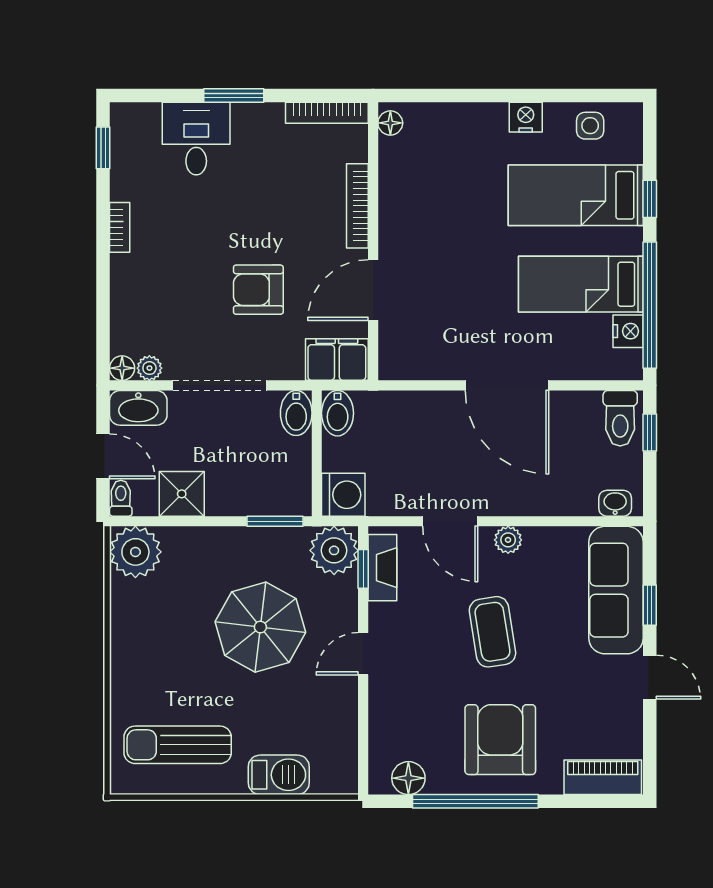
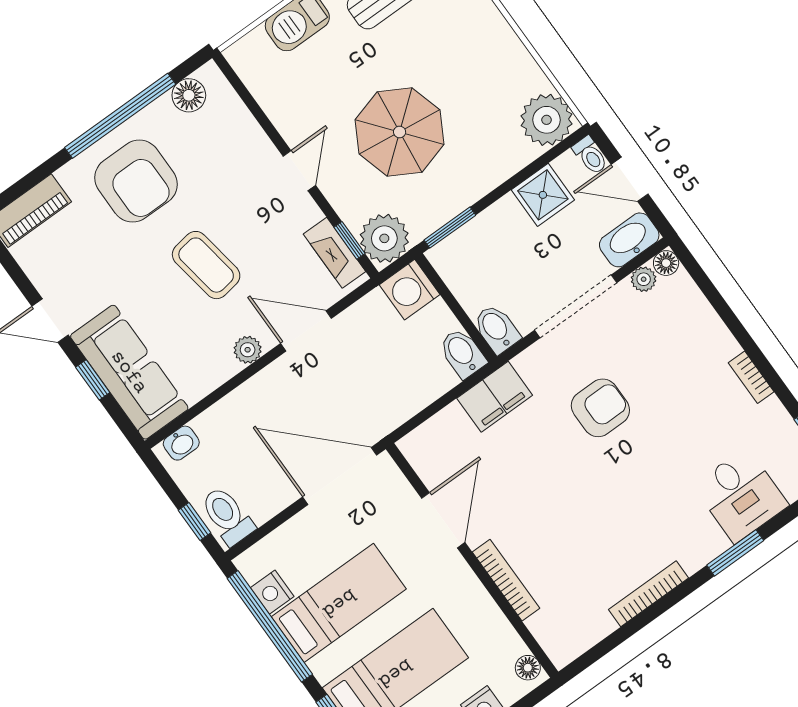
floor lamp: (390, 123) -> (528, 668), moved
bookcase: (357, 206) -> (506, 580), moved
wall: (373, 241) -> (472, 560), moved
door: (373, 290) -> (443, 520), moved

